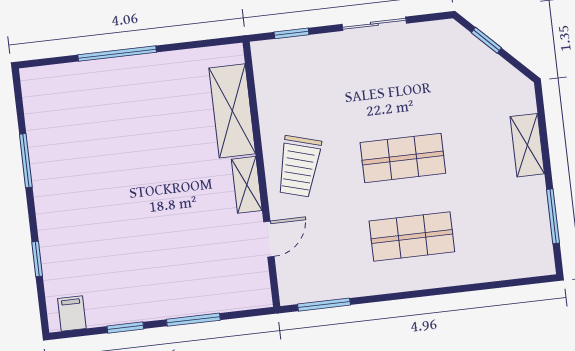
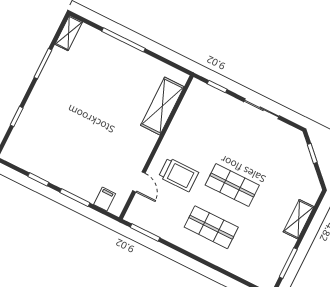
trolley: (299, 166) -> (179, 175), moved, turned -106
shelving: (247, 185) -> (69, 33), moved
door: (269, 239) -> (139, 182), hinge flipped
filing cabinet: (72, 313) -> (105, 199), moved

